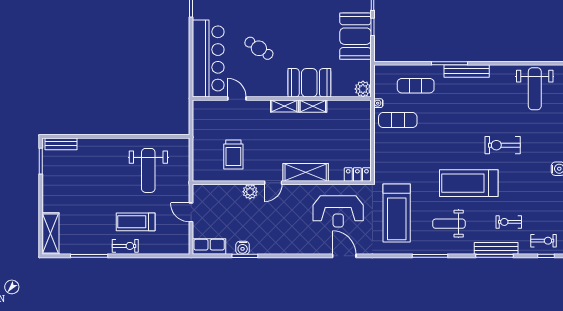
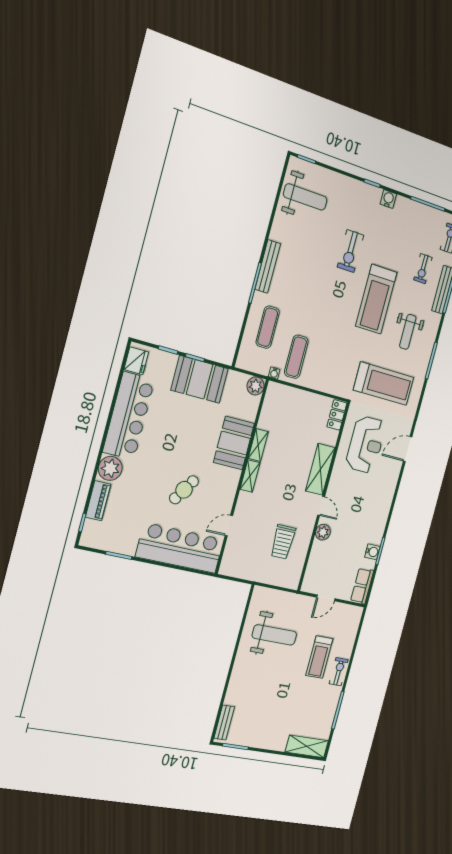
trolley: (233, 154) -> (283, 542), turned 90

